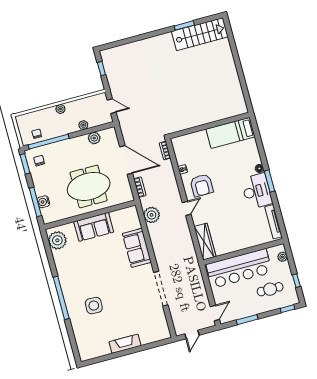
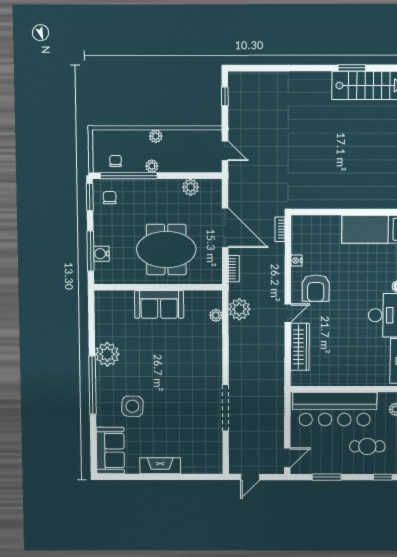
plant: (83, 125) -> (152, 166), moved
plant: (136, 224) -> (216, 315), added
plant: (57, 240) -> (107, 354), moved
wardrobe: (205, 242) -> (300, 347), moved
sofa: (137, 248) -> (110, 451), moved, turned 180

